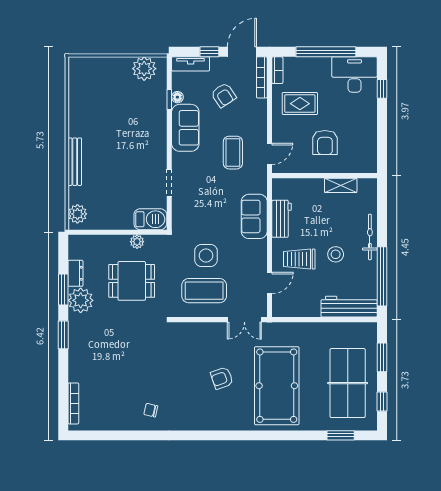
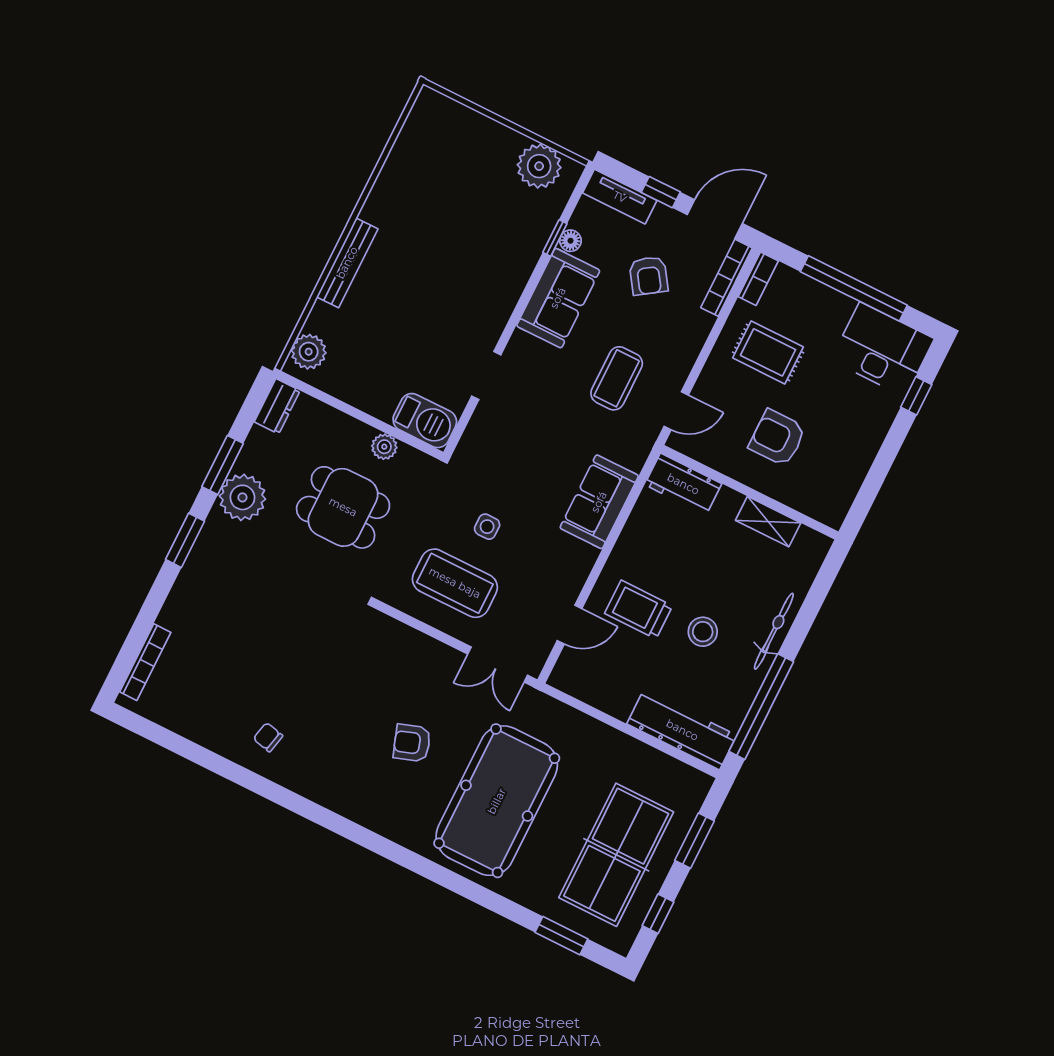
armchair: (325, 143) -> (777, 438), turned 90
workbench: (282, 219) -> (683, 484), moved, turned 90
side table: (206, 255) -> (487, 527), width x0.54, depth x0.54
dresser: (75, 273) -> (277, 406), moved

